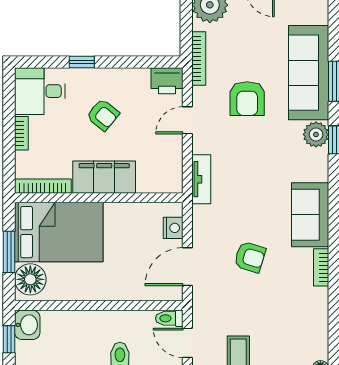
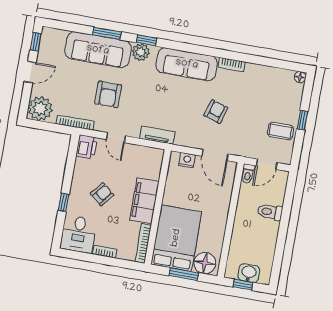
armchair: (247, 99) -> (108, 94), turned 90
sofa: (310, 215) -> (187, 64), width x1.36
washbasin: (27, 325) -> (249, 273), moved

